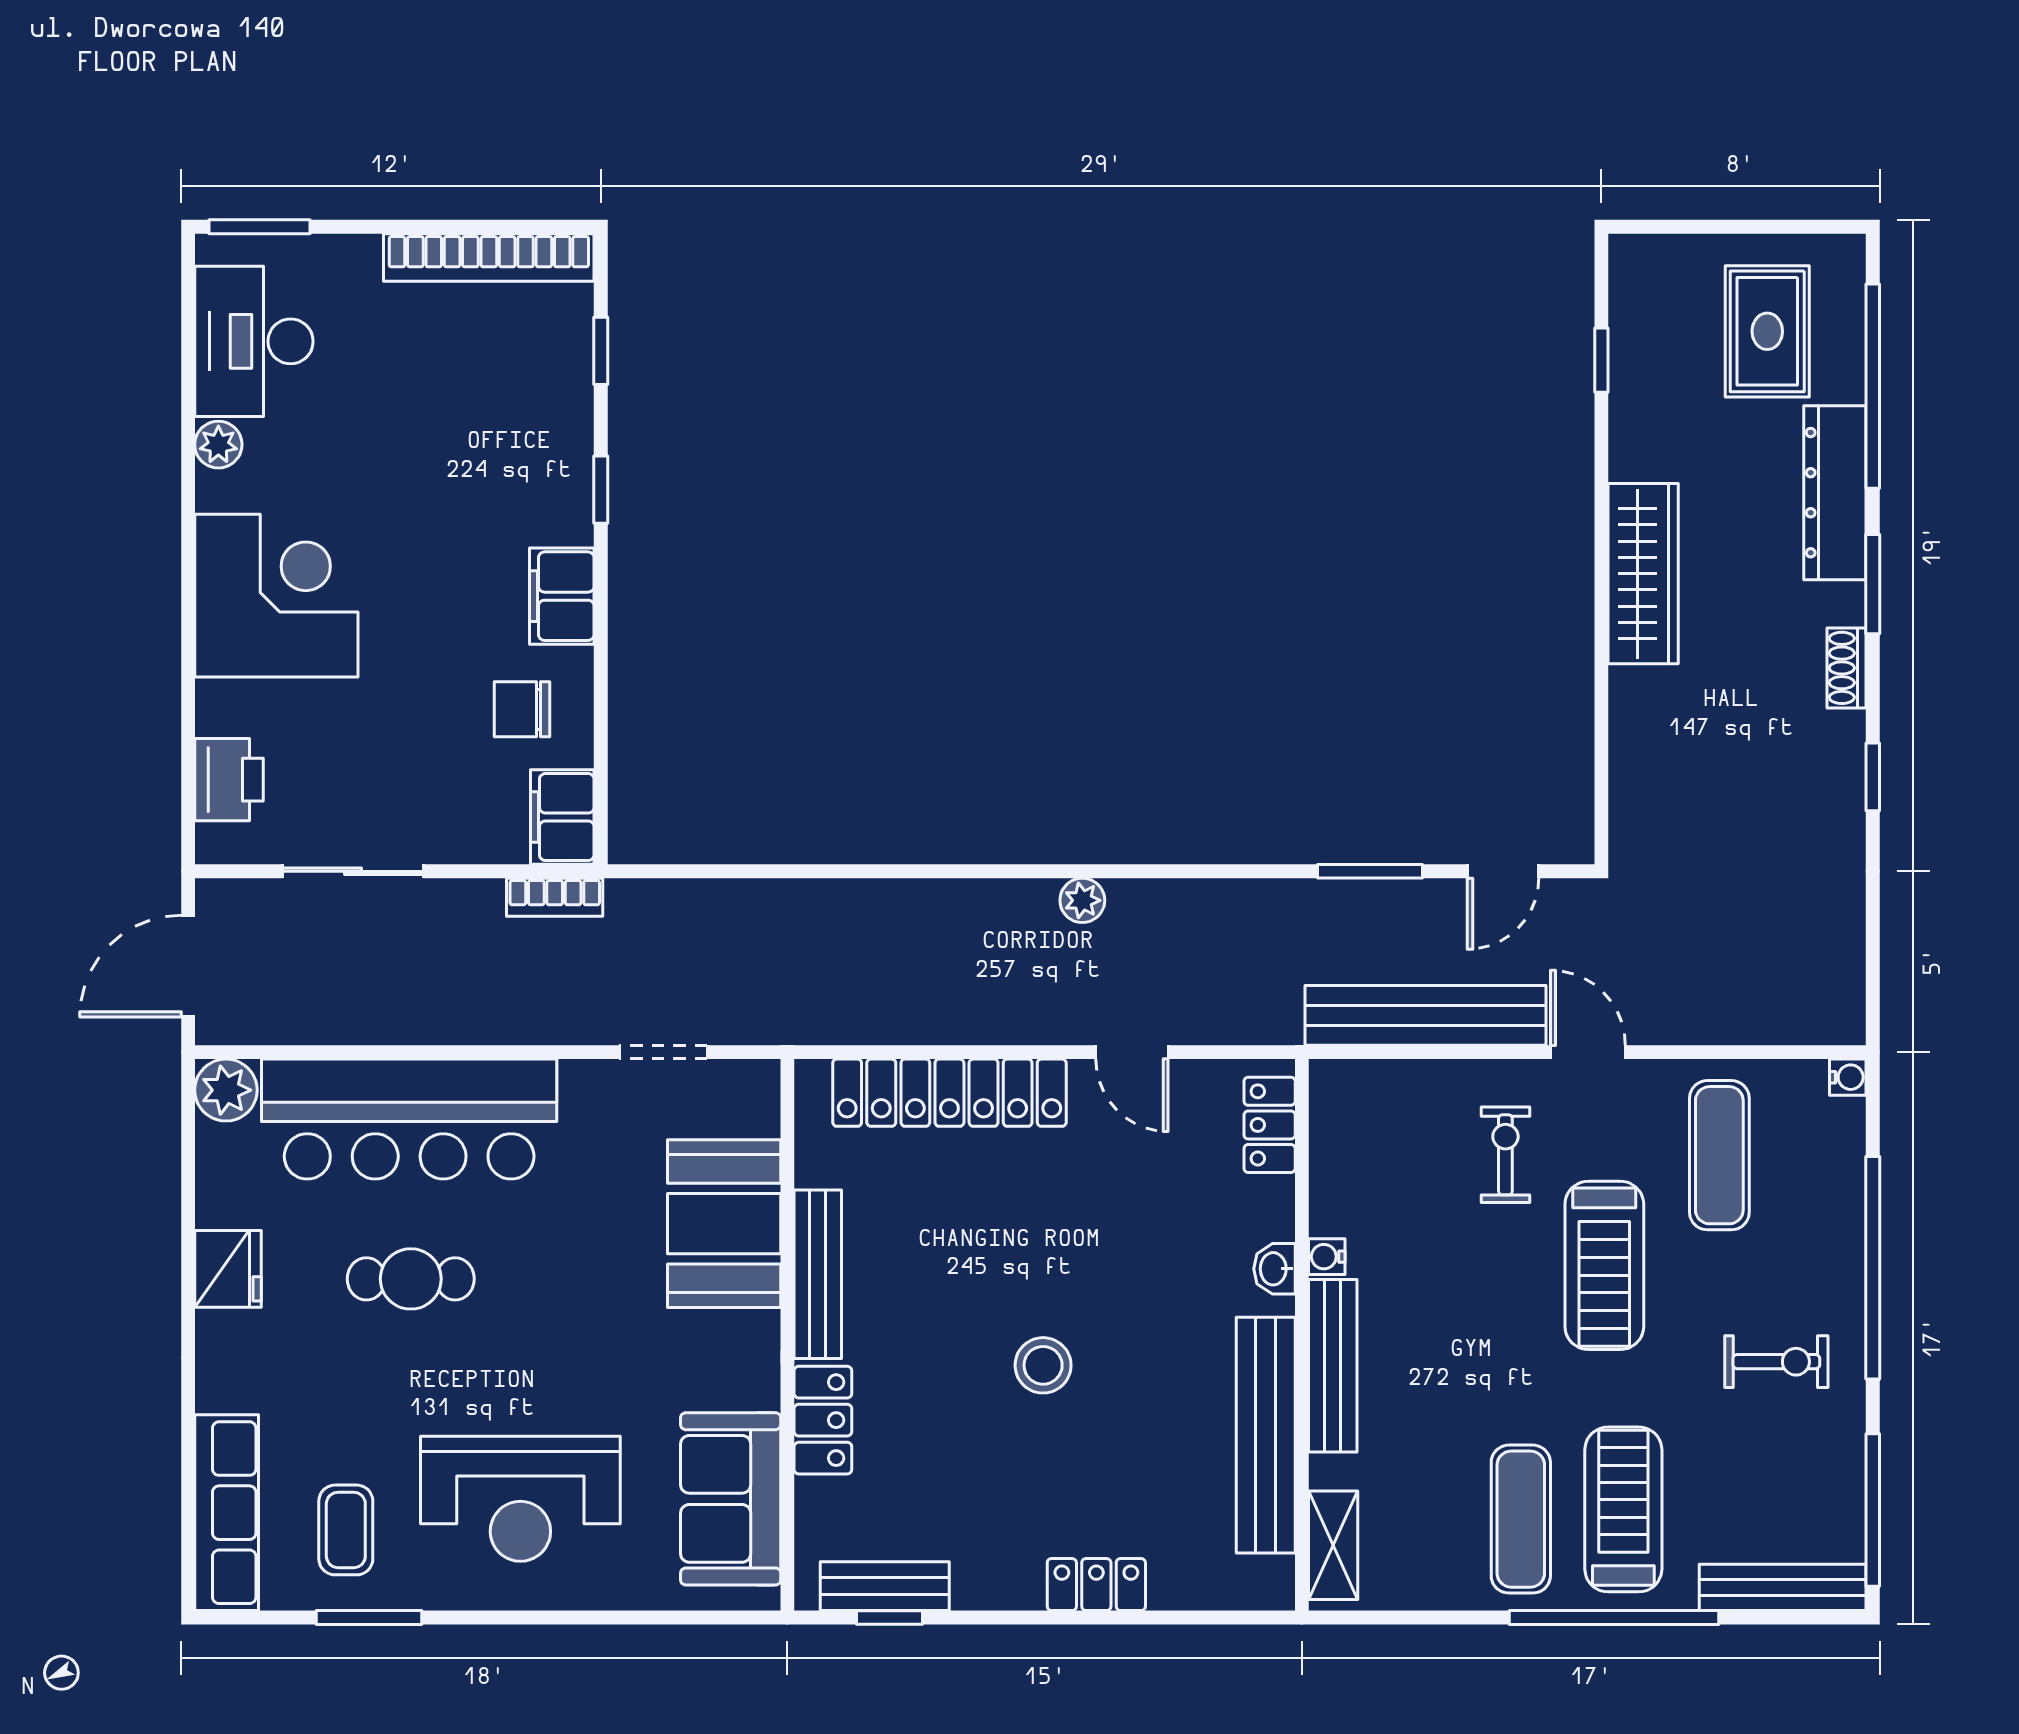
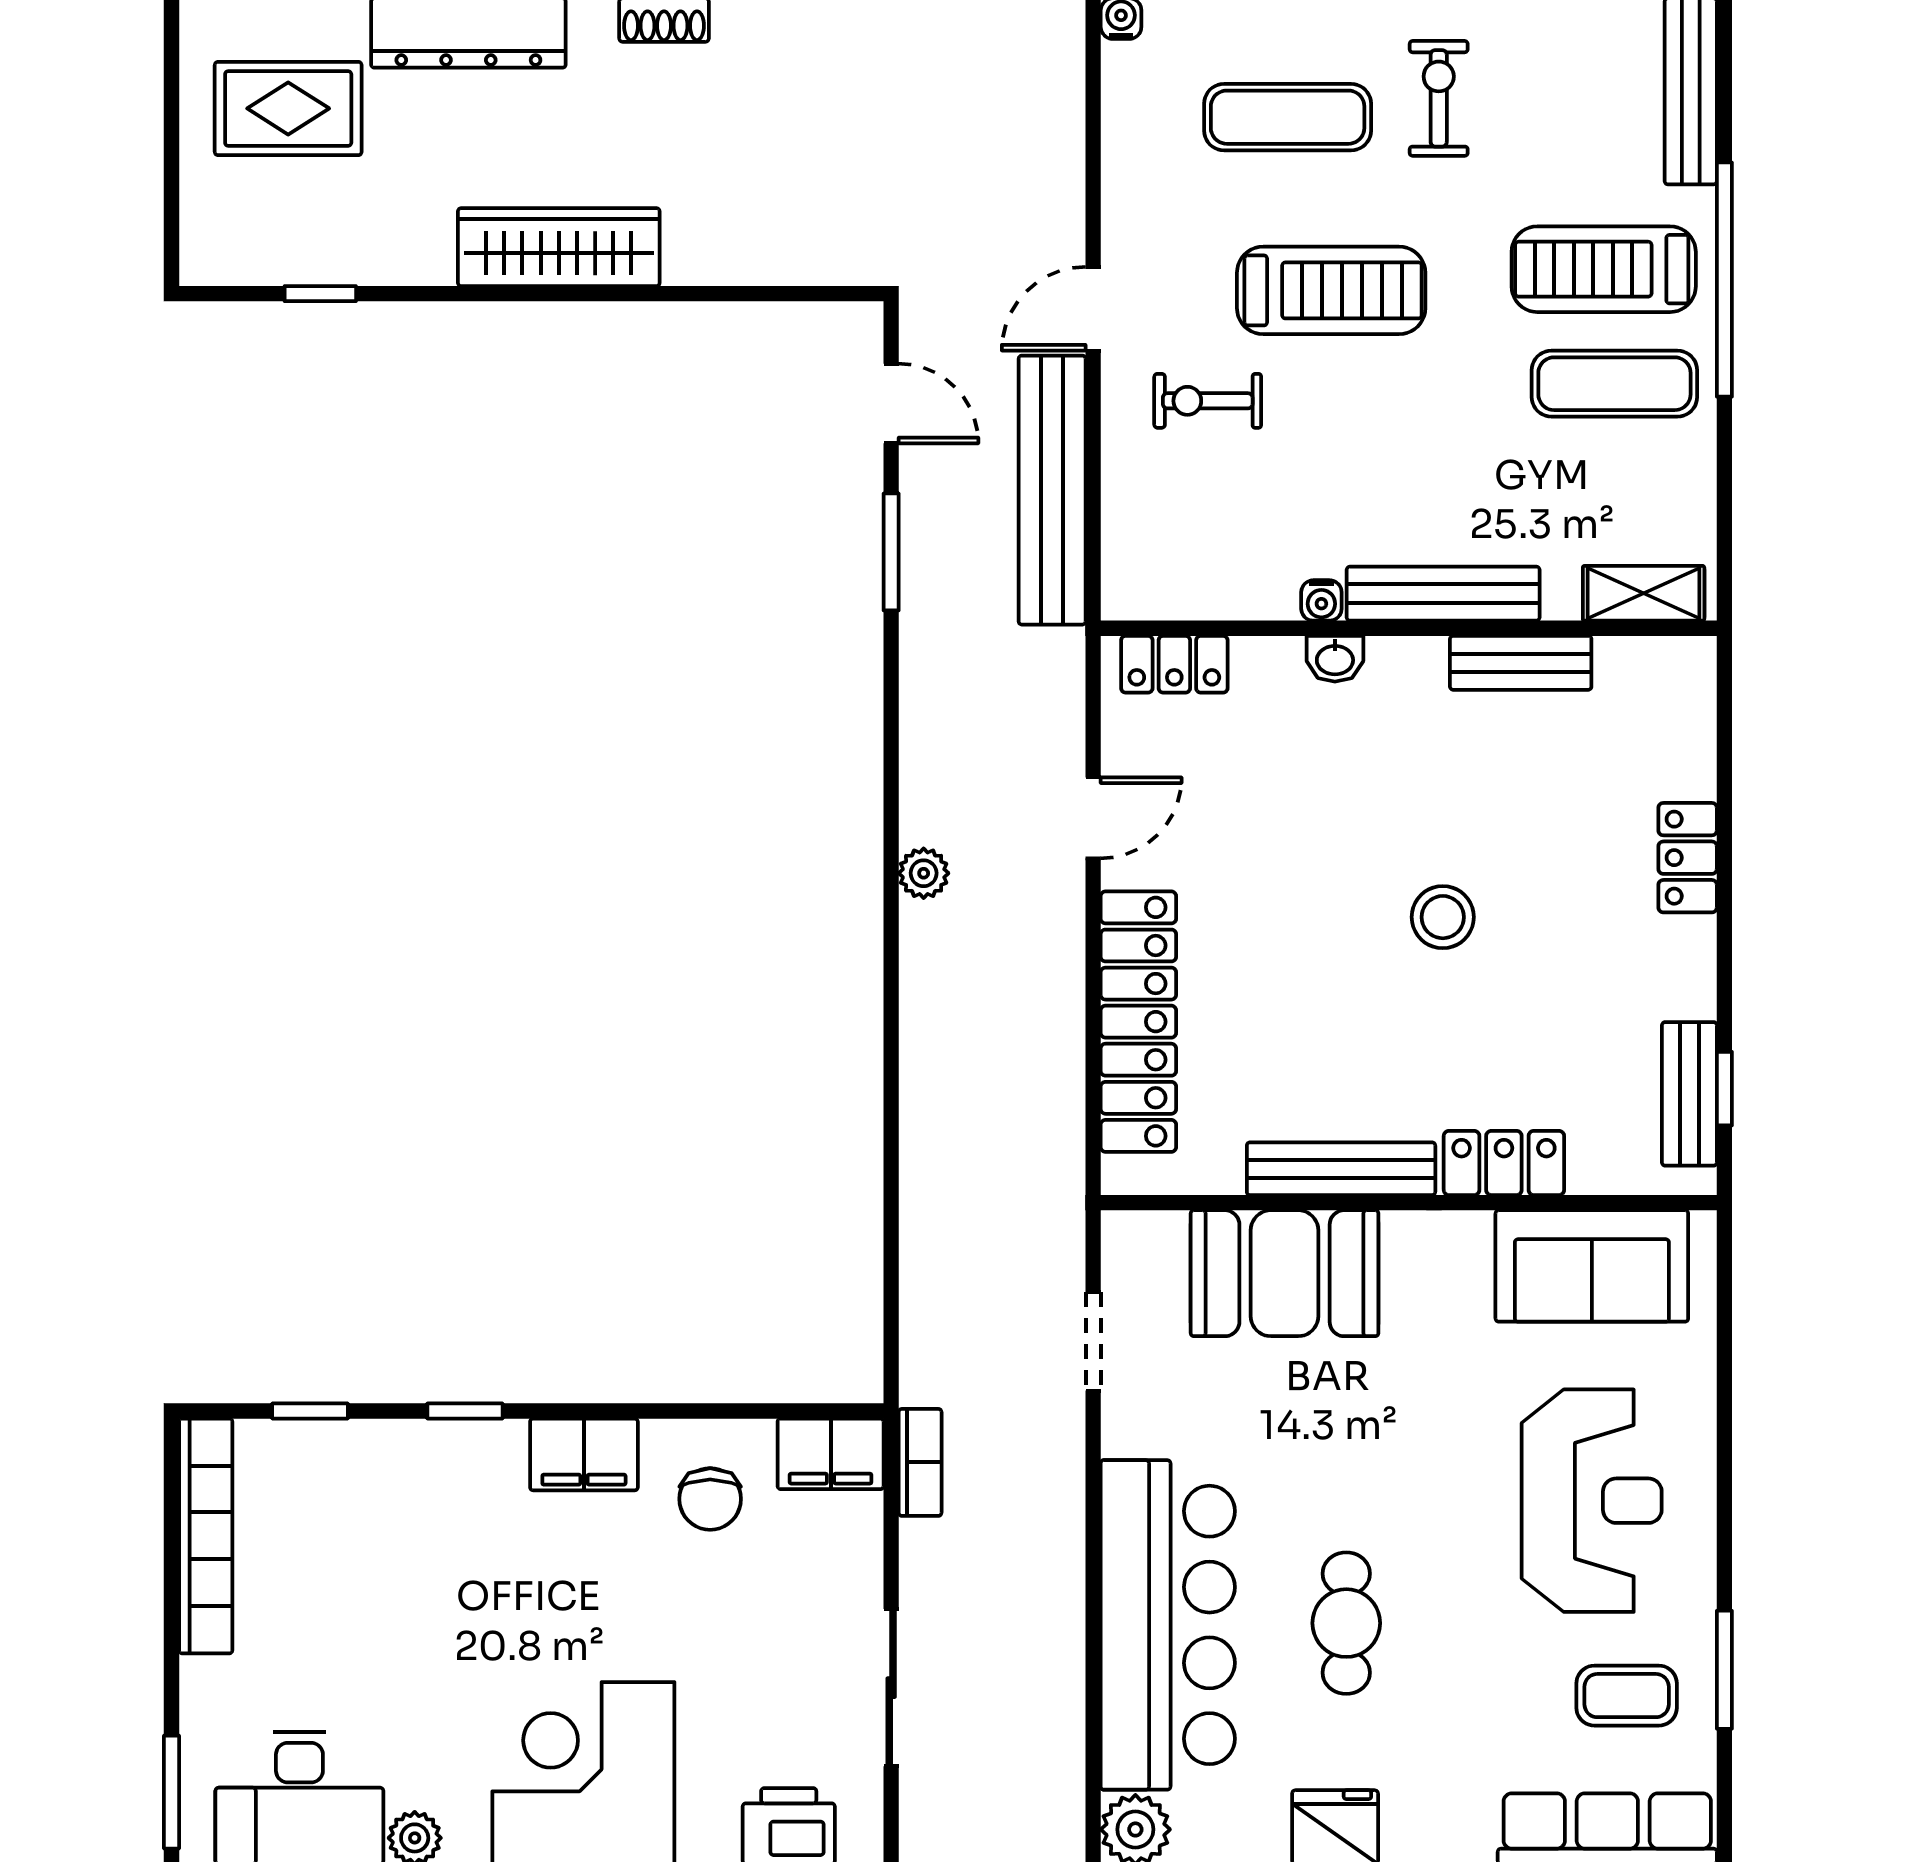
exercise mat: (1719, 1155) -> (1288, 117), moved
bench: (1266, 1435) -> (1521, 663), width x0.54, depth x0.82

